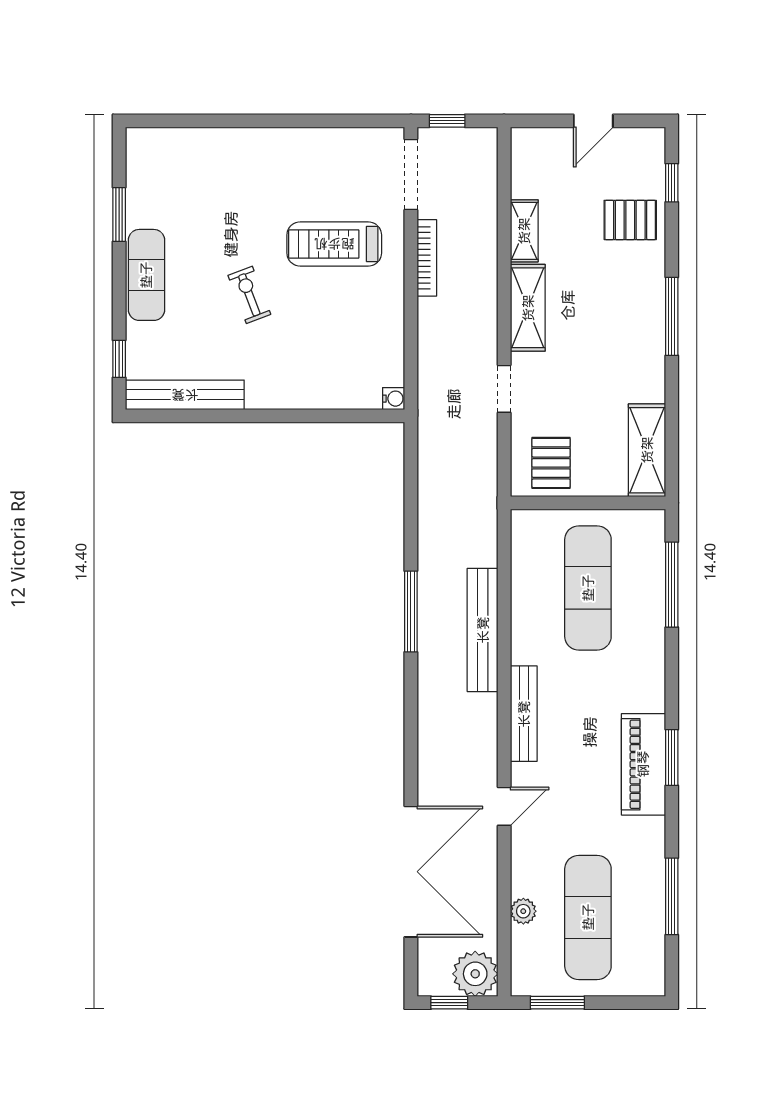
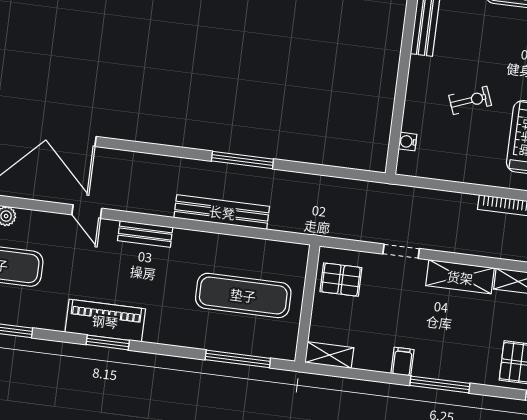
exercise bike: (249, 295) -> (470, 100), moved
filing cabinet: (648, 369) -> (402, 362), added
water cooler: (394, 399) -> (408, 142), moved, turned 90
shelving: (647, 450) -> (329, 355), width x0.67, depth x0.75
bench: (524, 714) -> (145, 234), width x0.73

